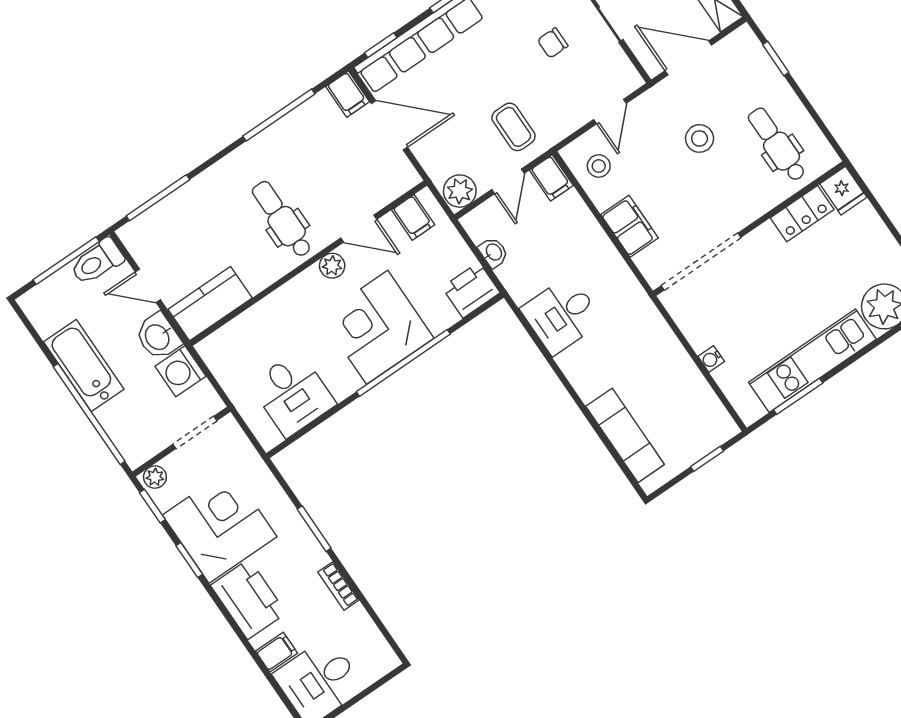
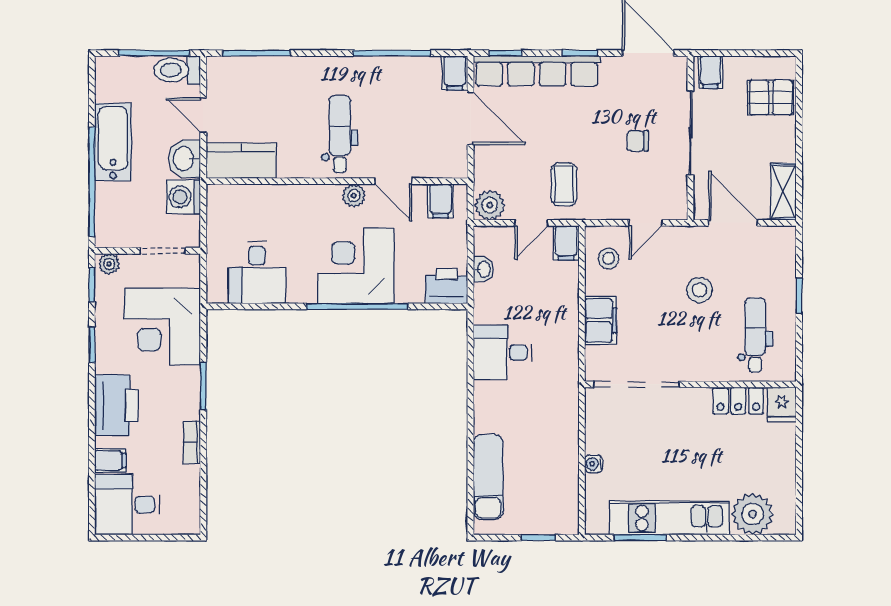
window: (776, 59) -> (799, 295), moved
corner desk: (220, 526) -> (162, 327), moved, turned 180

